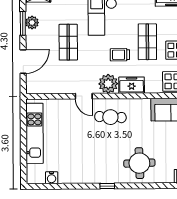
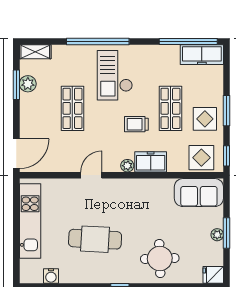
door: (23, 61) -> (16, 154), moved
plant: (108, 84) -> (127, 166), width x0.53, depth x0.53
door: (84, 96) -> (91, 175), swing flipped
cafe table: (110, 117) -> (95, 239), moved, width x1.37, depth x1.35

